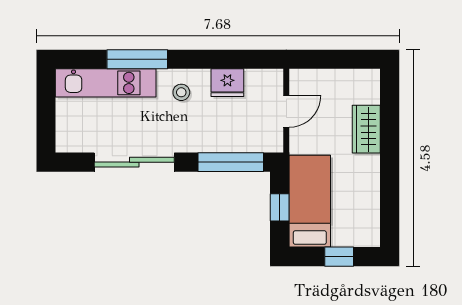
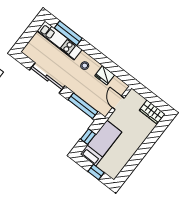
window: (137, 59) -> (68, 33), moved
door: (286, 111) -> (118, 103), swing flipped
wardrobe: (366, 129) -> (152, 112), moved, turned -90

